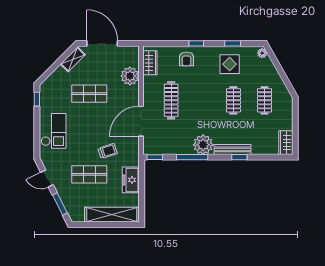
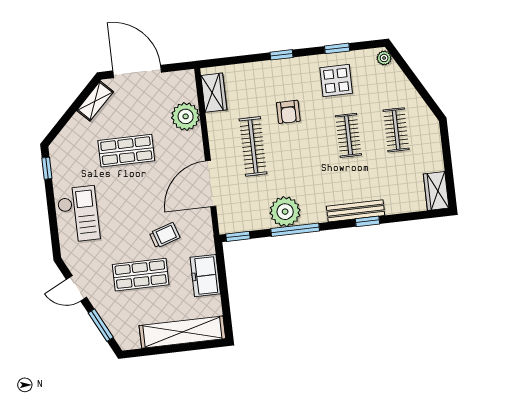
armchair: (186, 59) -> (288, 112), moved
plant: (203, 145) -> (285, 212), moved

